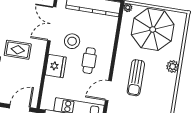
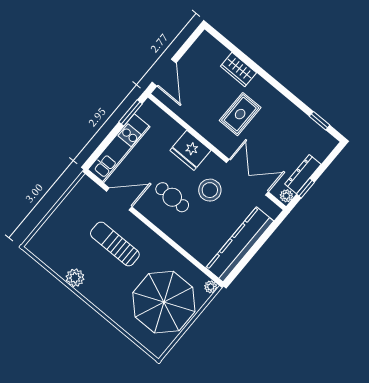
plant: (173, 67) -> (75, 278), moved
door: (108, 91) -> (119, 199), hinge flipped

